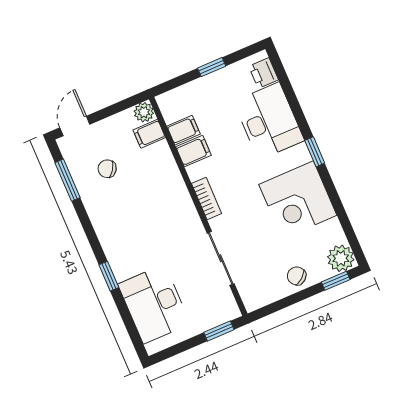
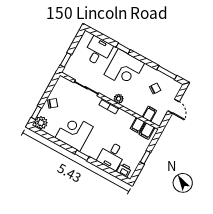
plant: (144, 112) -> (119, 99), moved
desk: (269, 121) -> (112, 156), width x0.73
door: (75, 126) -> (174, 106), moved
filing cabinet: (194, 151) -> (147, 131), moved
corner desk: (133, 241) -> (124, 69), added
desk: (154, 304) -> (98, 51), width x0.73

